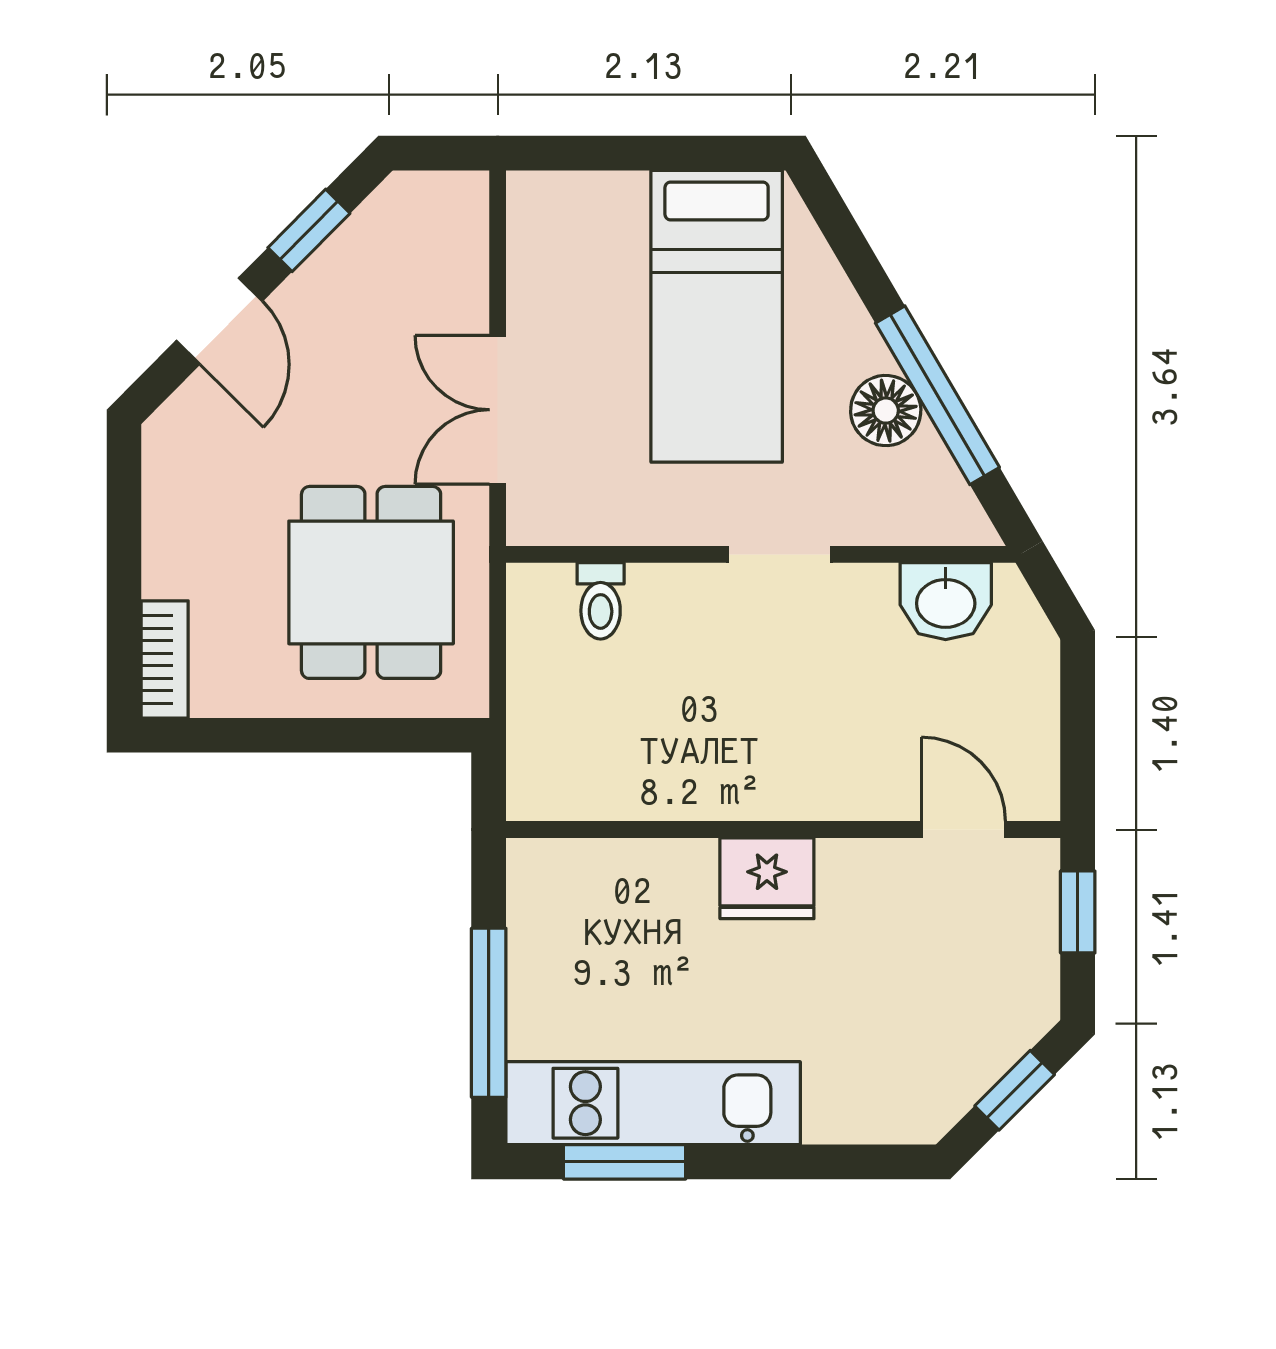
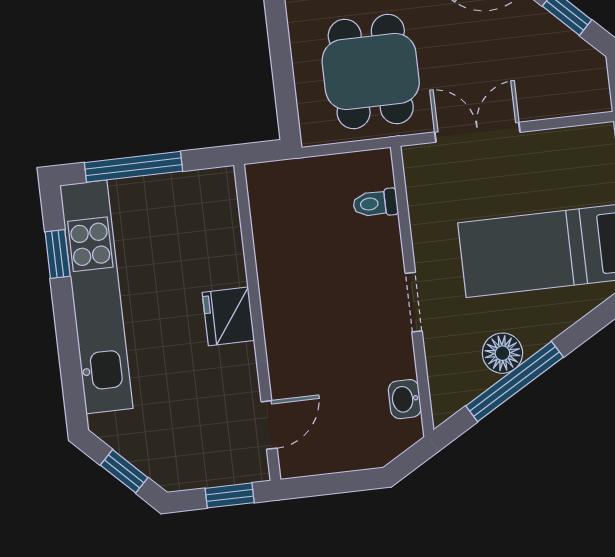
dining table: (371, 582) -> (371, 71), turned 90
washbasin: (946, 601) -> (405, 399), width x0.72, depth x0.69
kitchen unit: (653, 1103) -> (96, 297), width x1.36
window: (625, 1162) -> (58, 254), width x0.67

